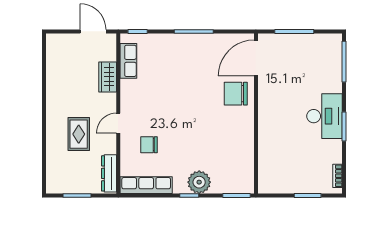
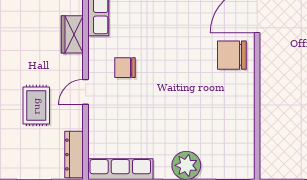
chair: (149, 145) -> (125, 68), moved

